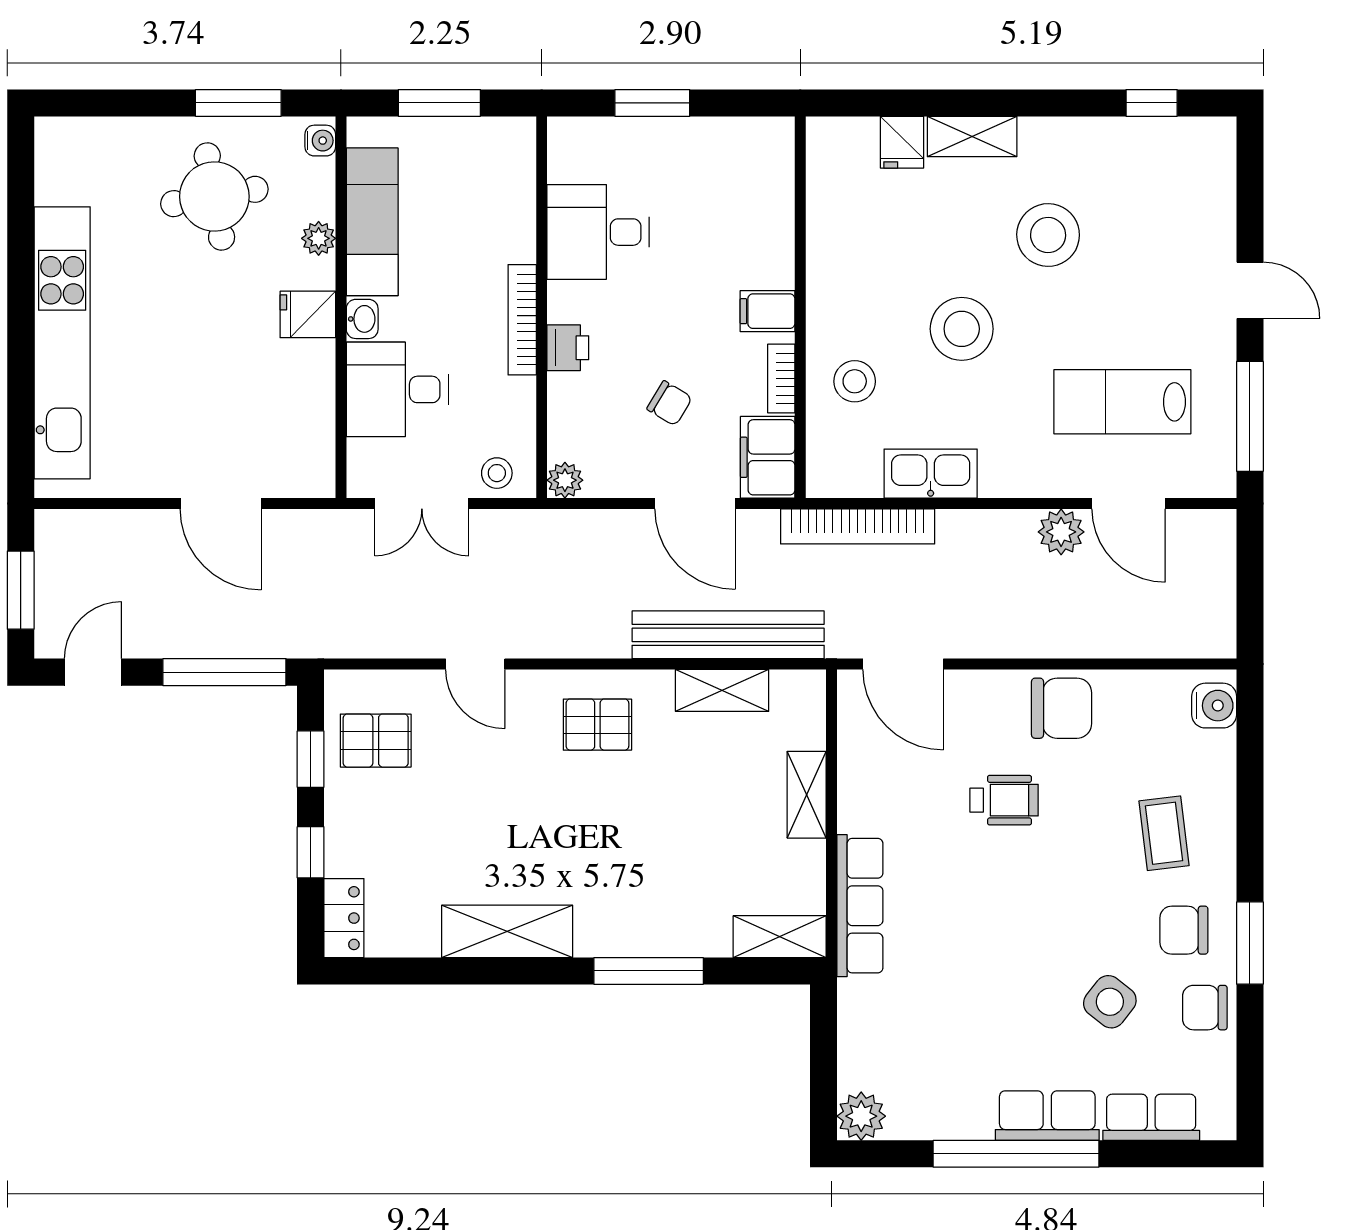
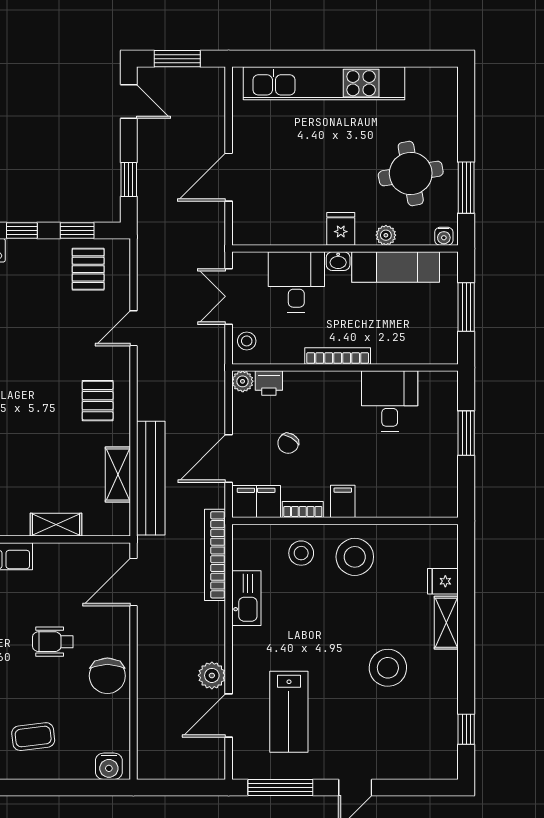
stool: (962, 329) -> (355, 557), moved
printer: (568, 348) -> (269, 383), moved
lab bench: (1122, 402) -> (289, 712), turned 180
window: (224, 672) -> (129, 179), width x0.46
wheelchair: (1004, 800) -> (53, 642), turned 90

